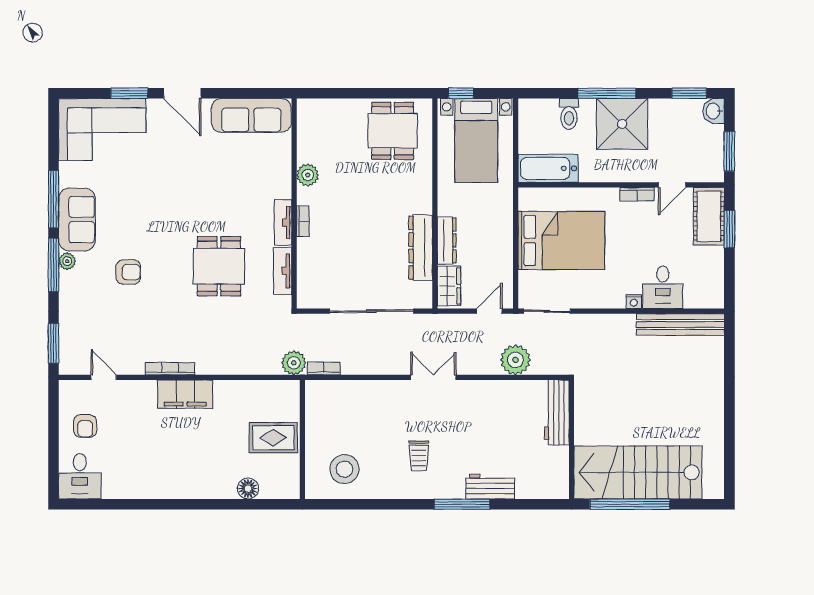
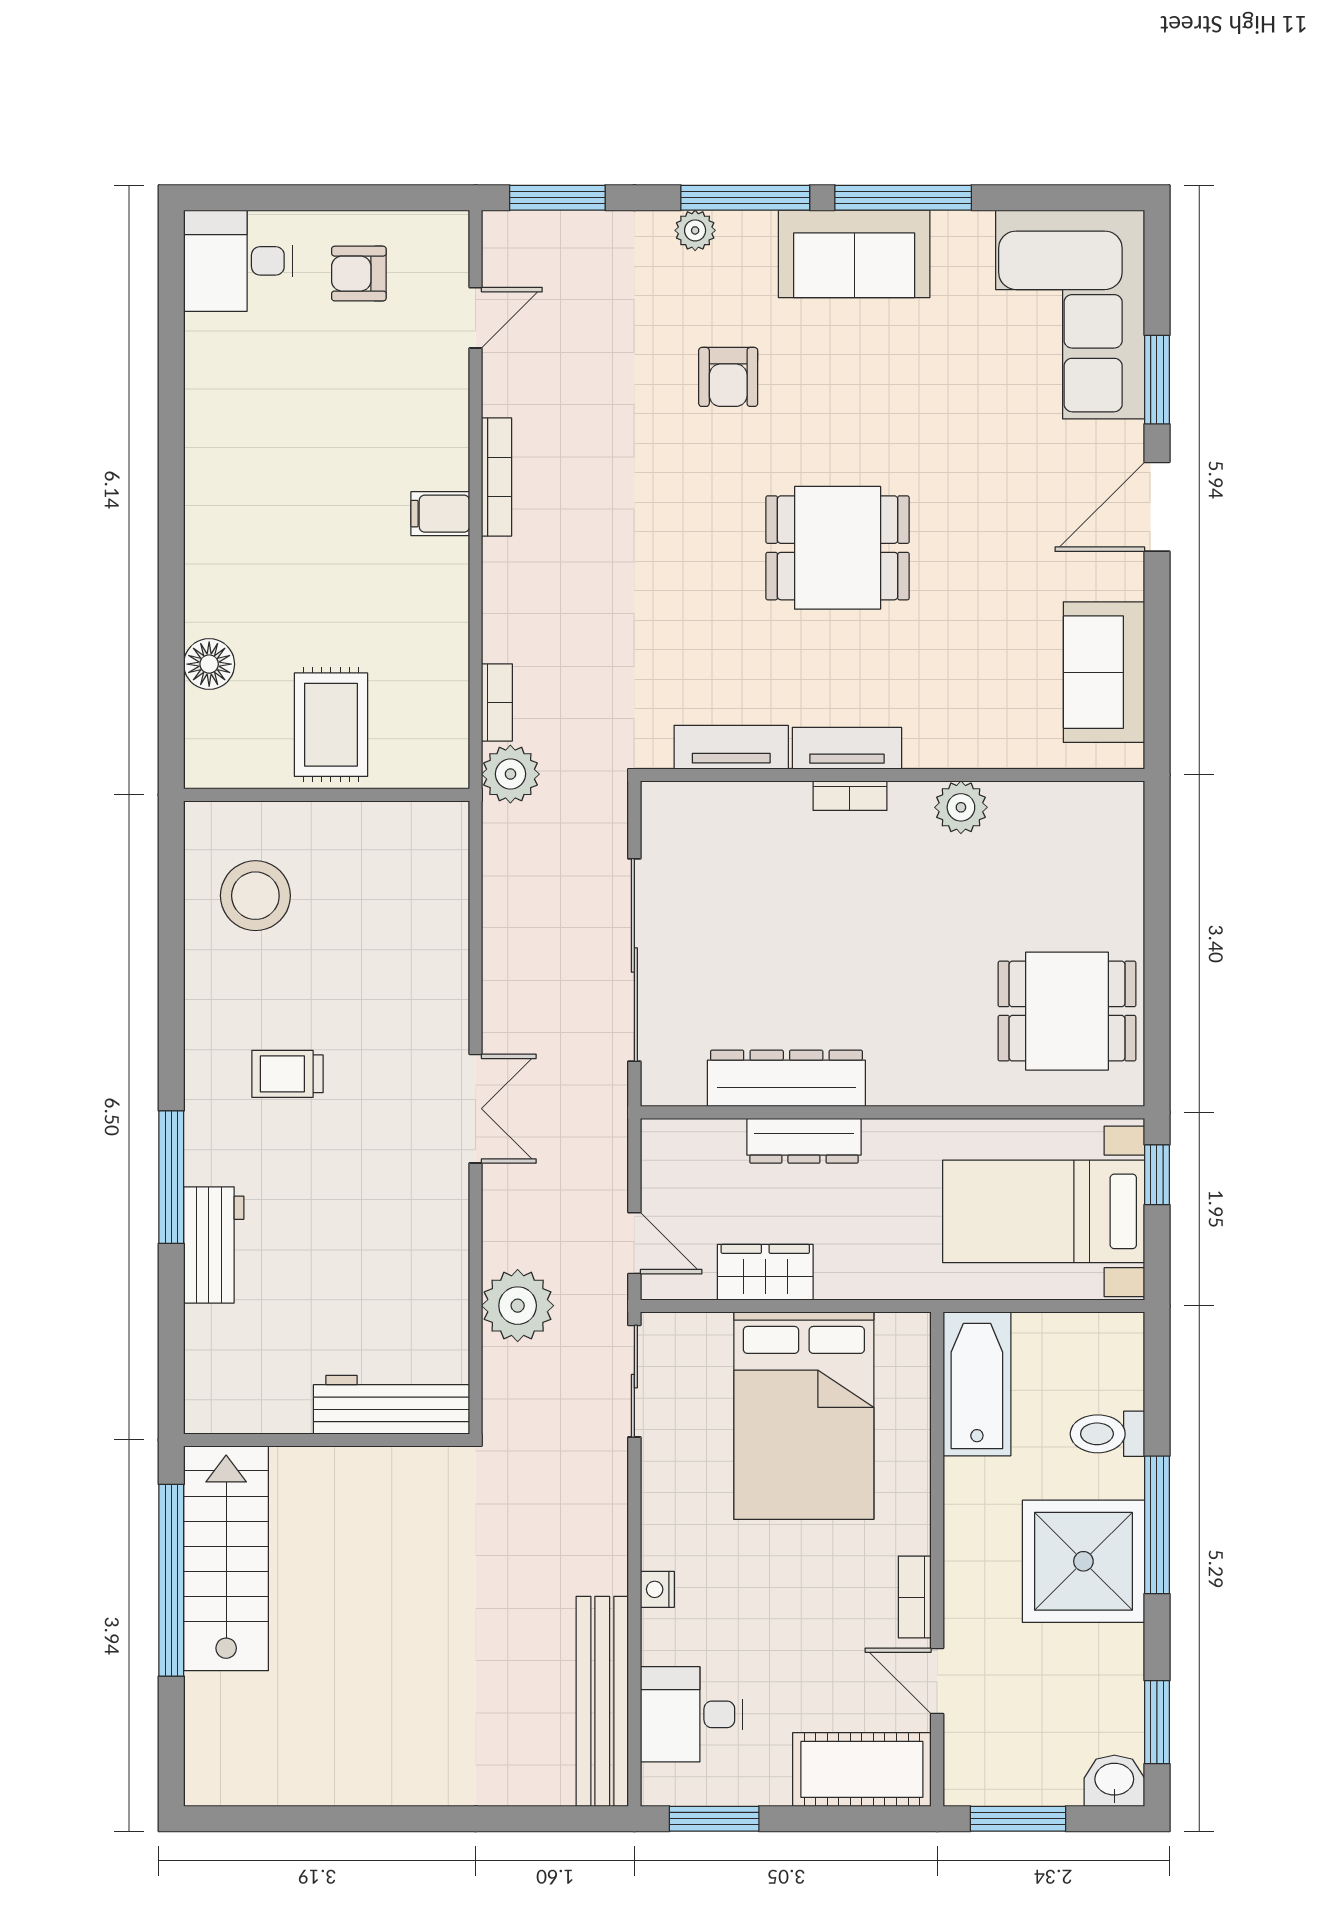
sofa: (251, 115) -> (1104, 672), width x0.73
window: (729, 229) -> (714, 1819), moved
plant: (67, 261) -> (695, 230), moved
dining table: (219, 266) -> (838, 548), moved
wardrobe: (449, 286) -> (765, 1272), moved, turned 180
desk: (663, 287) -> (692, 1714), moved
bookcase: (324, 368) -> (497, 702), moved
filing cabinet: (185, 394) -> (440, 514), width x0.33, depth x0.86
stairs: (638, 472) -> (226, 1558), width x0.73, depth x0.66

